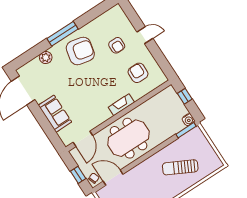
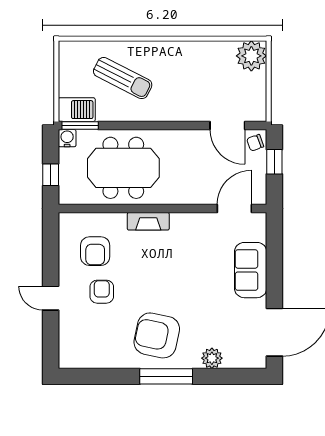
armchair: (117, 45) -> (102, 292), moved
barbecue: (193, 137) -> (77, 110), added
meeting table: (129, 138) -> (123, 168), moved

